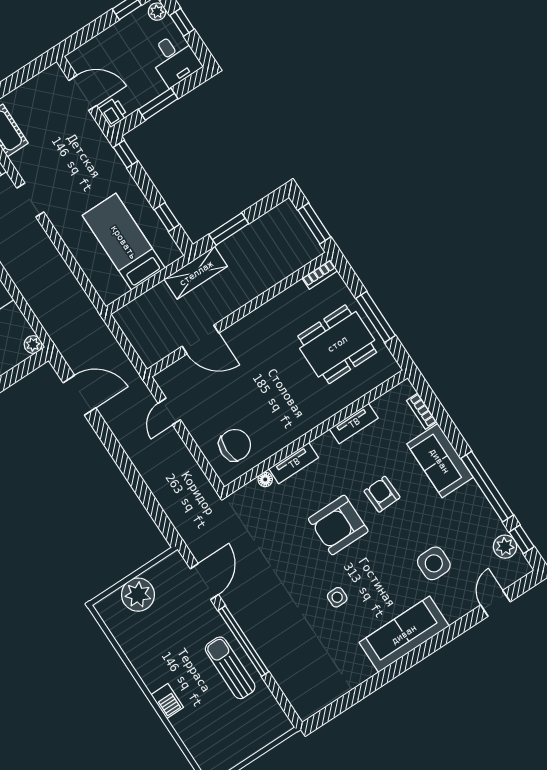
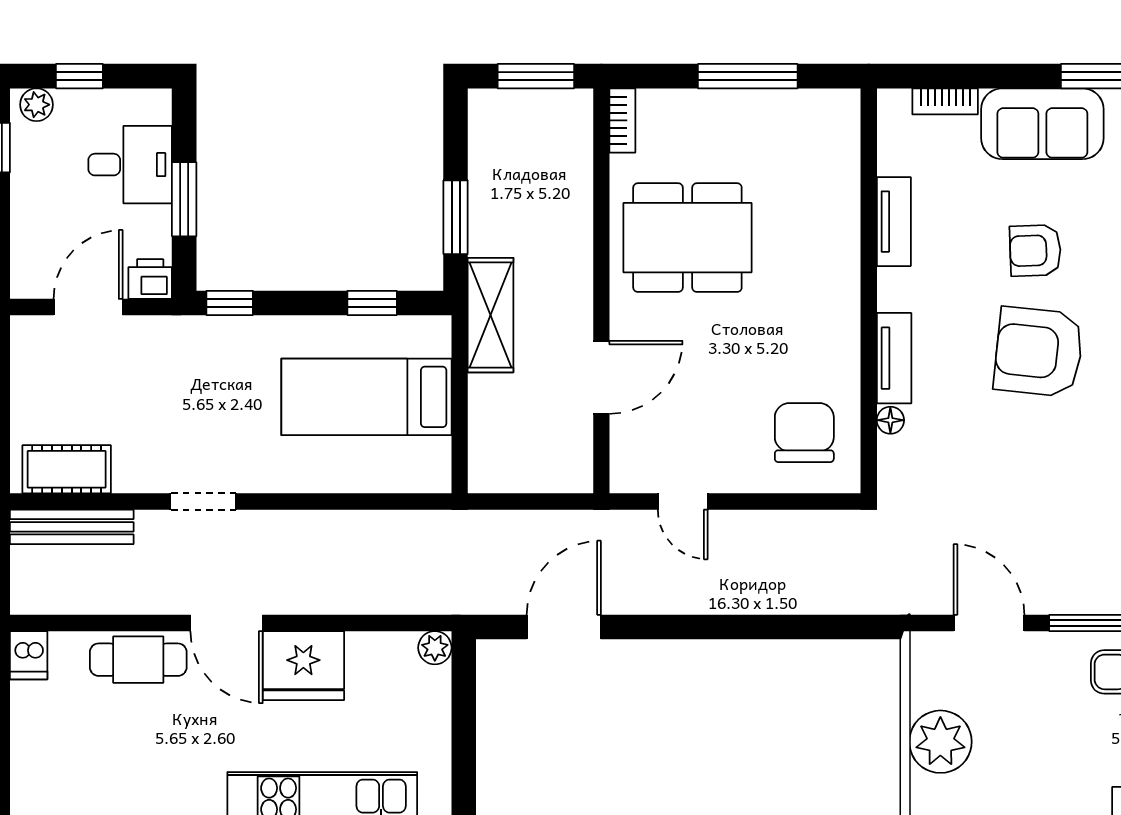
desk: (174, 59) -> (130, 165), moved
dining table: (337, 344) -> (687, 238), moved, turned 90
armchair: (338, 525) -> (1039, 352), turned 96

